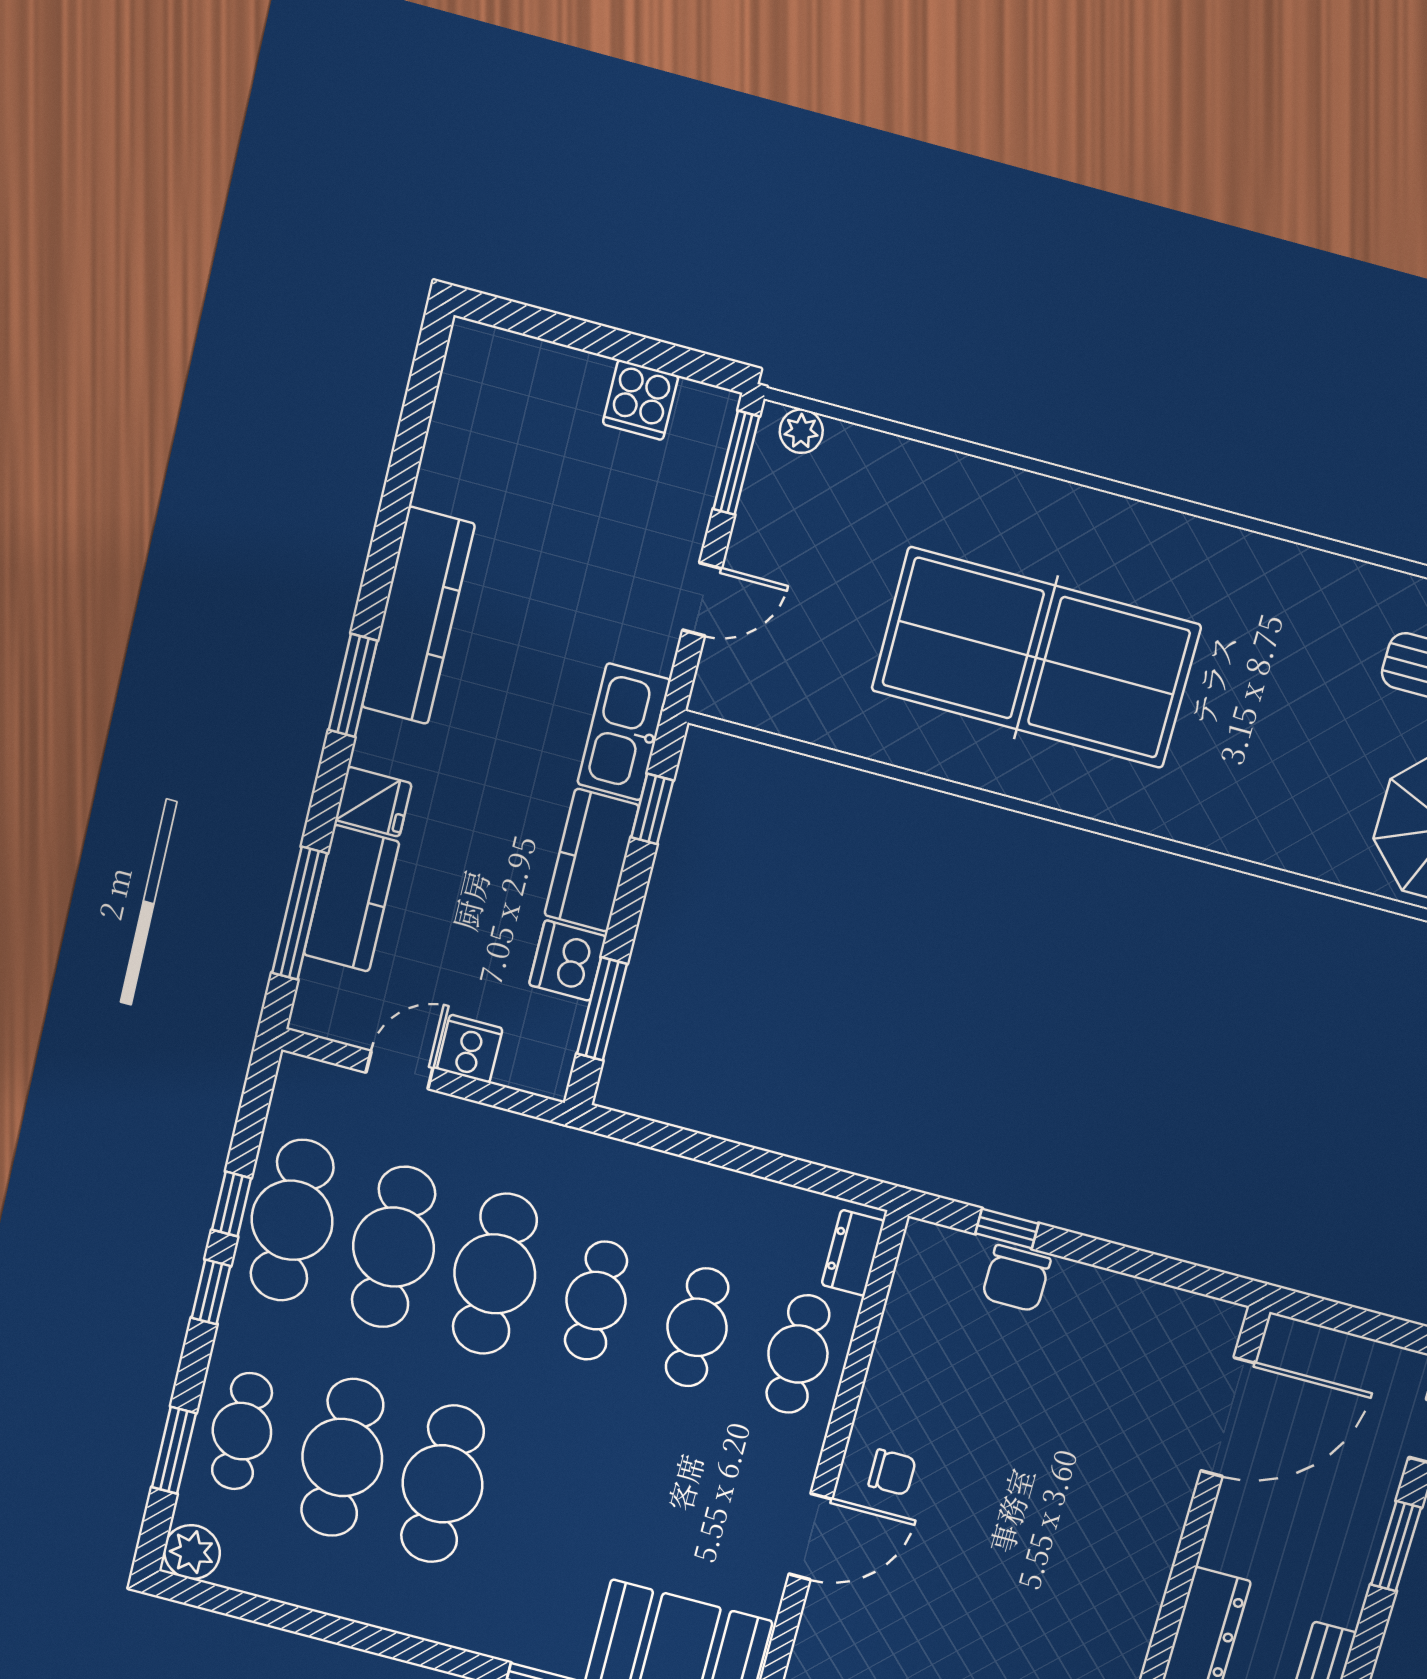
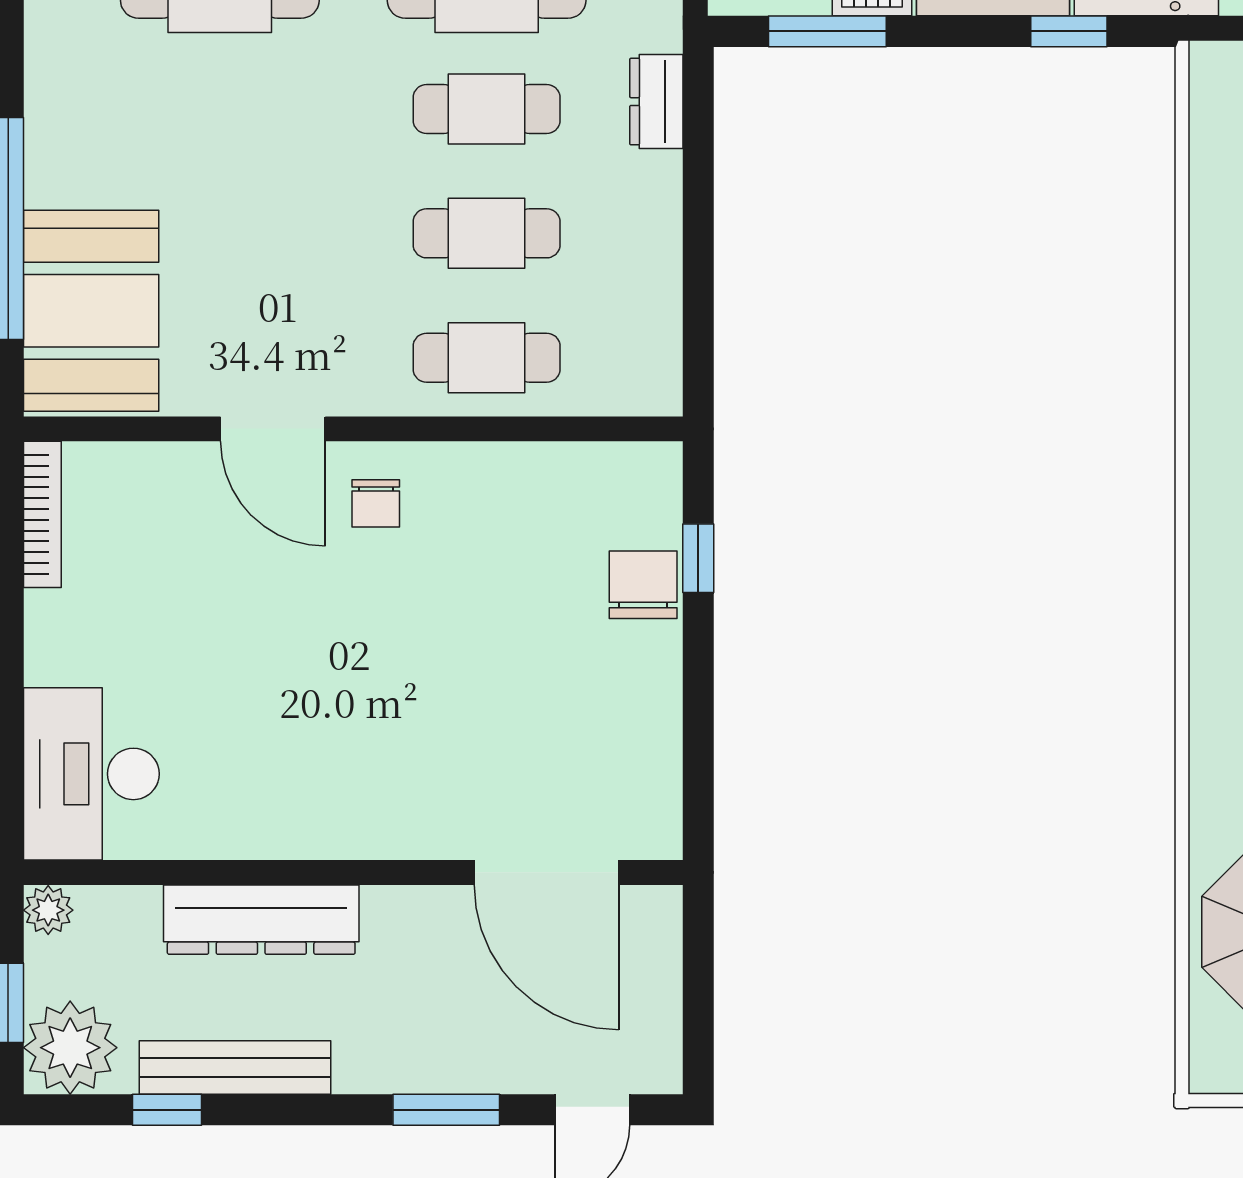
dresser: (853, 1253) -> (656, 102), moved, turned -90
chair: (1016, 1278) -> (643, 585), turned 90

